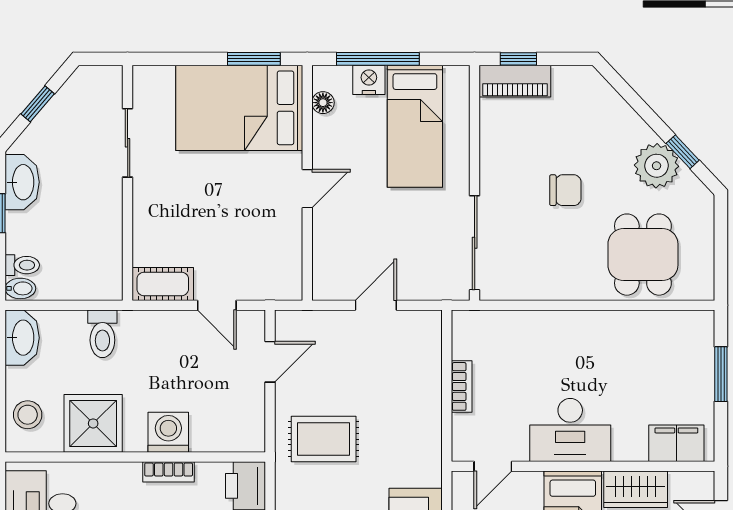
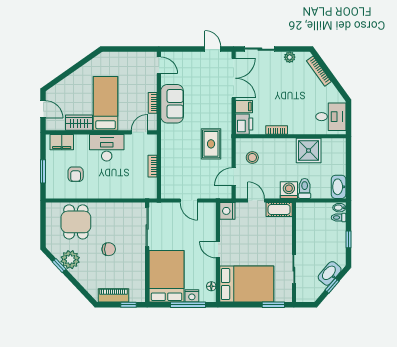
window: (254, 59) -> (273, 305), moved
piano: (515, 81) -> (113, 295), moved
bed: (415, 126) -> (167, 276), width x1.50
washbasin: (22, 182) -> (330, 273), moved, turned 40
door: (307, 189) -> (218, 250), hinge flipped
chair: (565, 190) -> (109, 249), turned 180
nightstand: (285, 281) -> (227, 211), added
door: (376, 305) -> (189, 201), hinge flipped
armchair: (644, 367) -> (76, 174), added
stool: (28, 415) -> (252, 157), moved
washing machine: (168, 432) -> (289, 190), moved, turned 180
rug: (324, 439) -> (211, 144), turned 90

